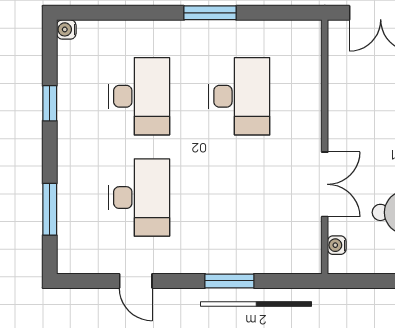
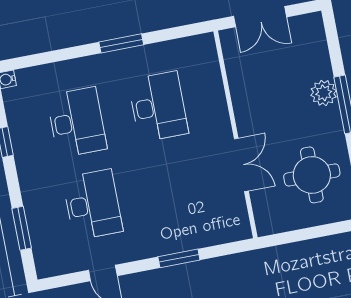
water cooler: (337, 245) -> (261, 212), removed

